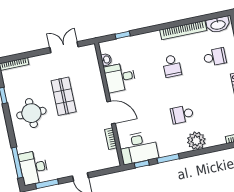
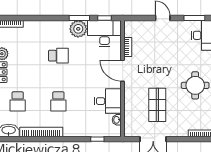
school desk: (215, 57) -> (18, 101), turned -90
school desk: (172, 66) -> (58, 101), turned 180
shop shelf: (64, 96) -> (157, 105), moved
plant: (196, 141) -> (78, 29), moved

